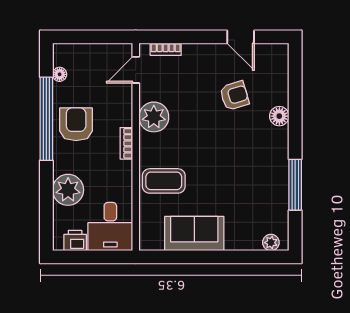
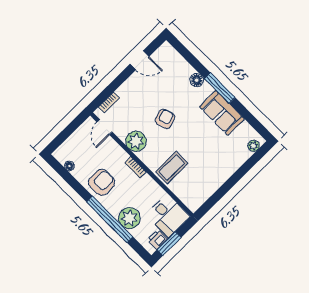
armchair: (234, 96) -> (165, 119), moved
window: (46, 119) -> (110, 219), moved
armchair: (76, 124) -> (102, 182), turned 90
window: (295, 185) -> (220, 88), moved
sofa: (194, 234) -> (222, 113), moved, turned -90
window: (83, 257) -> (169, 244), added

